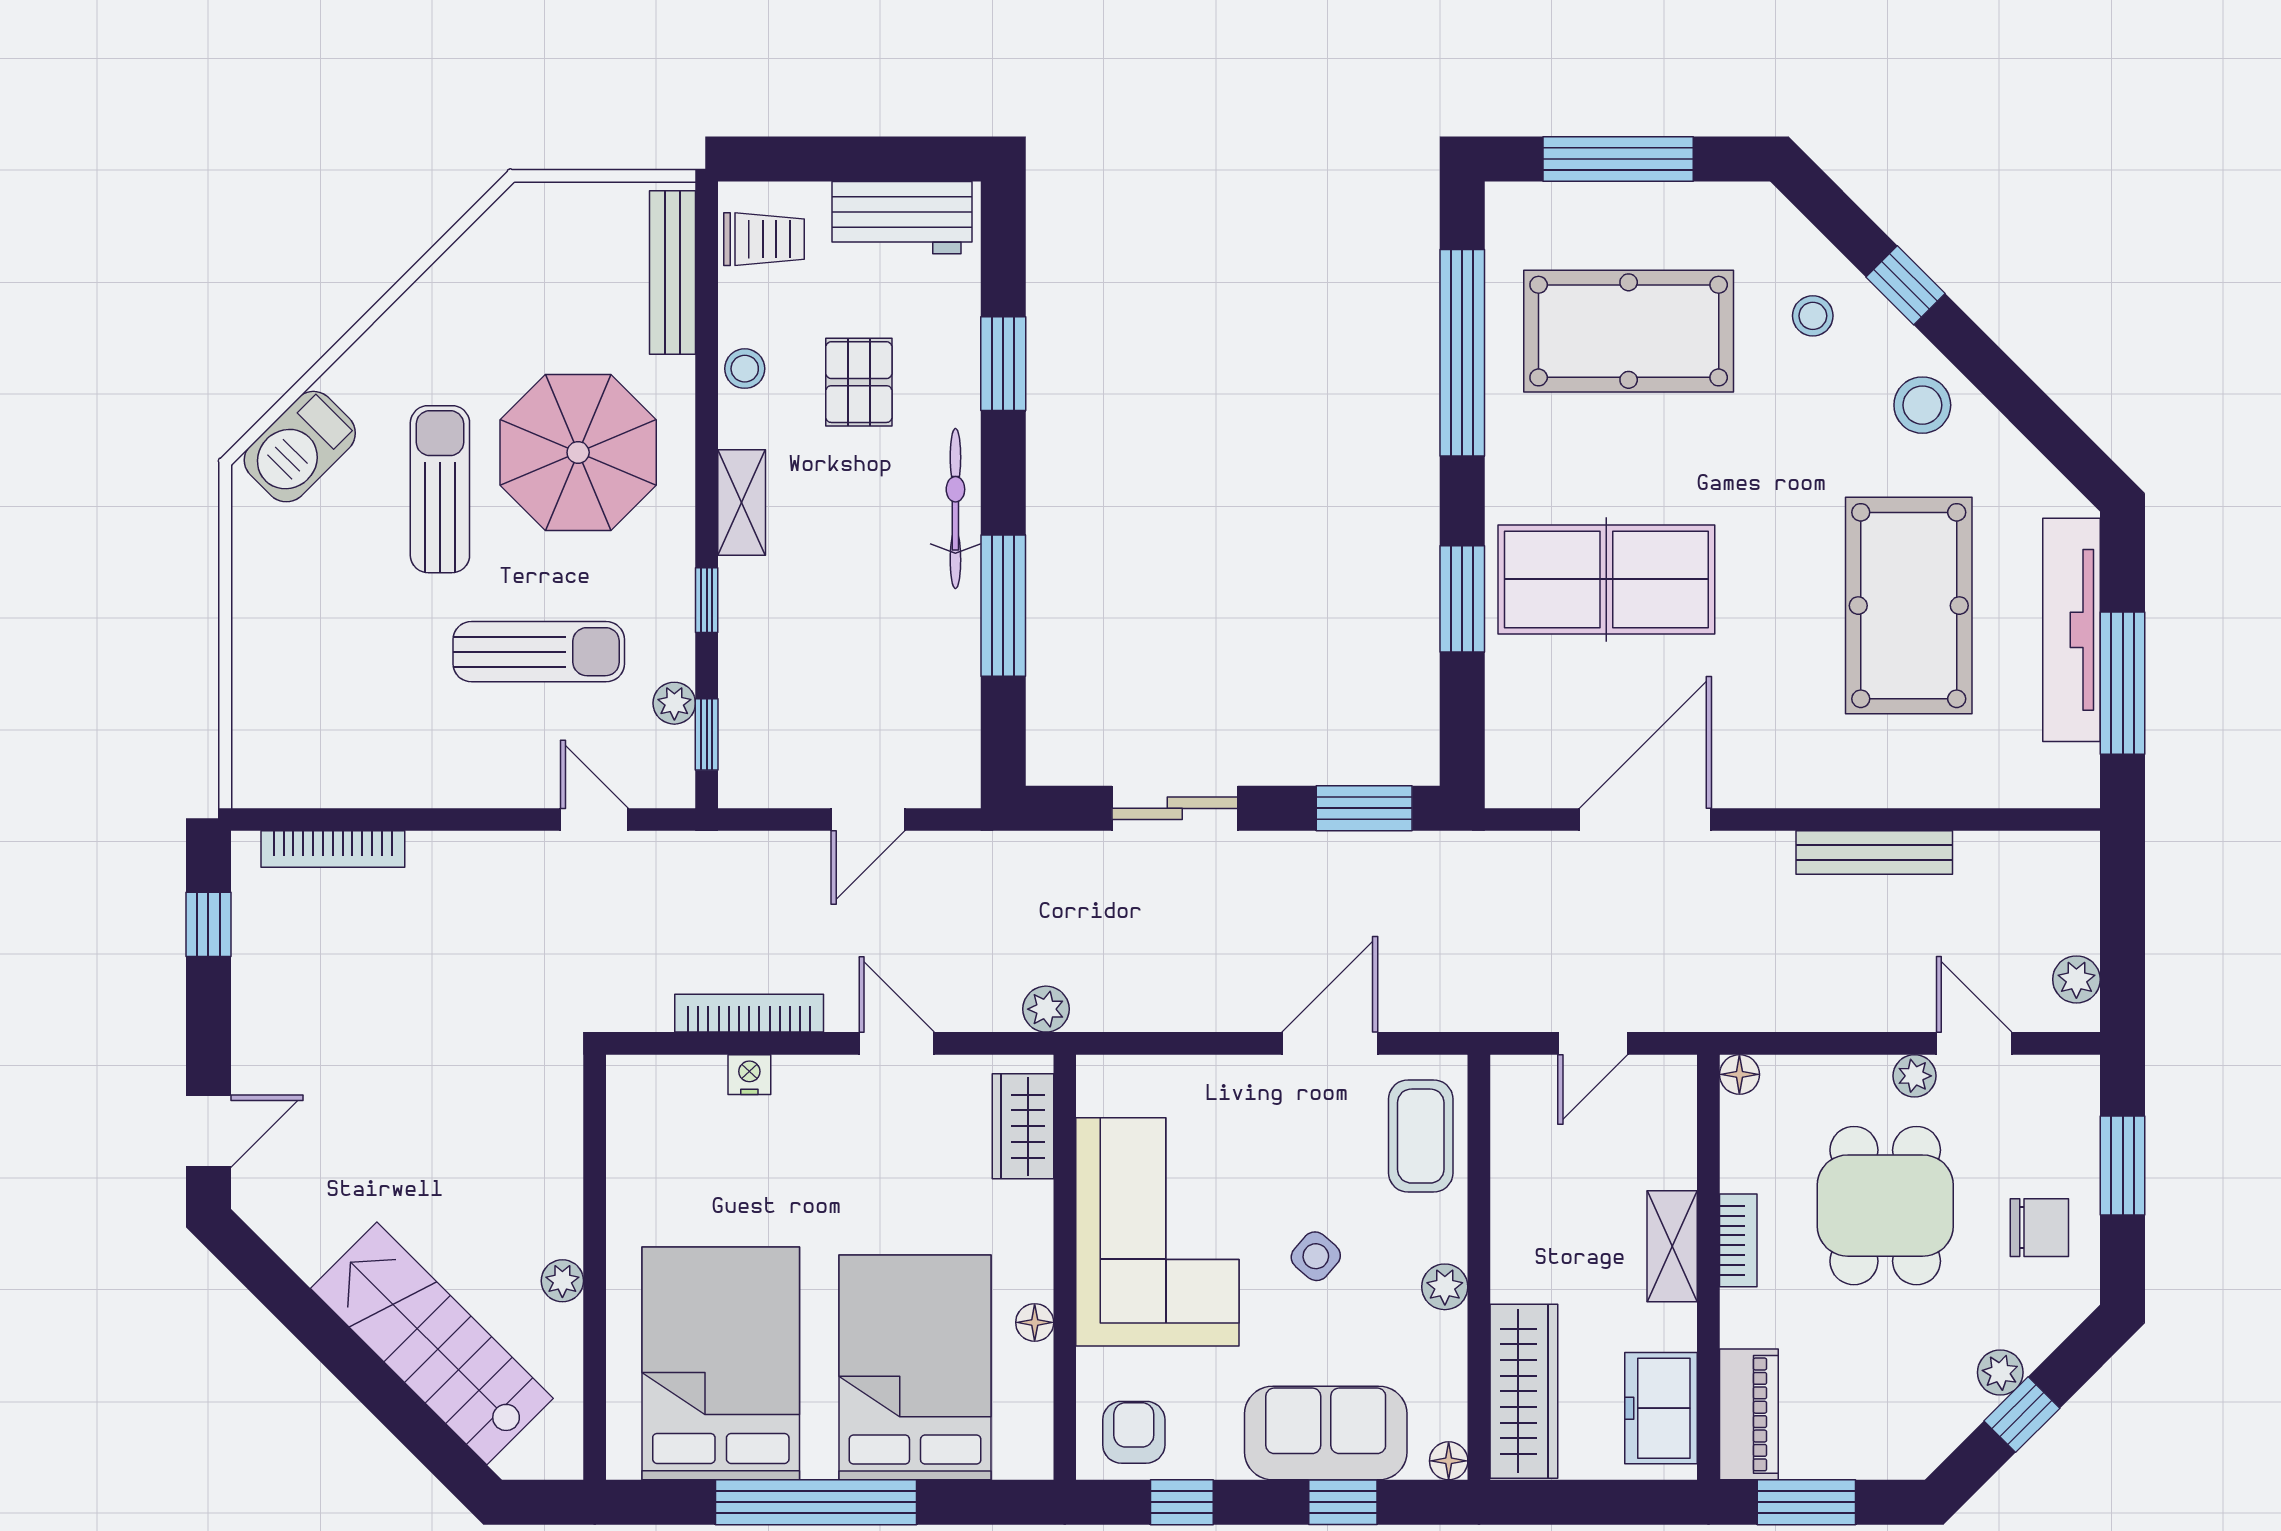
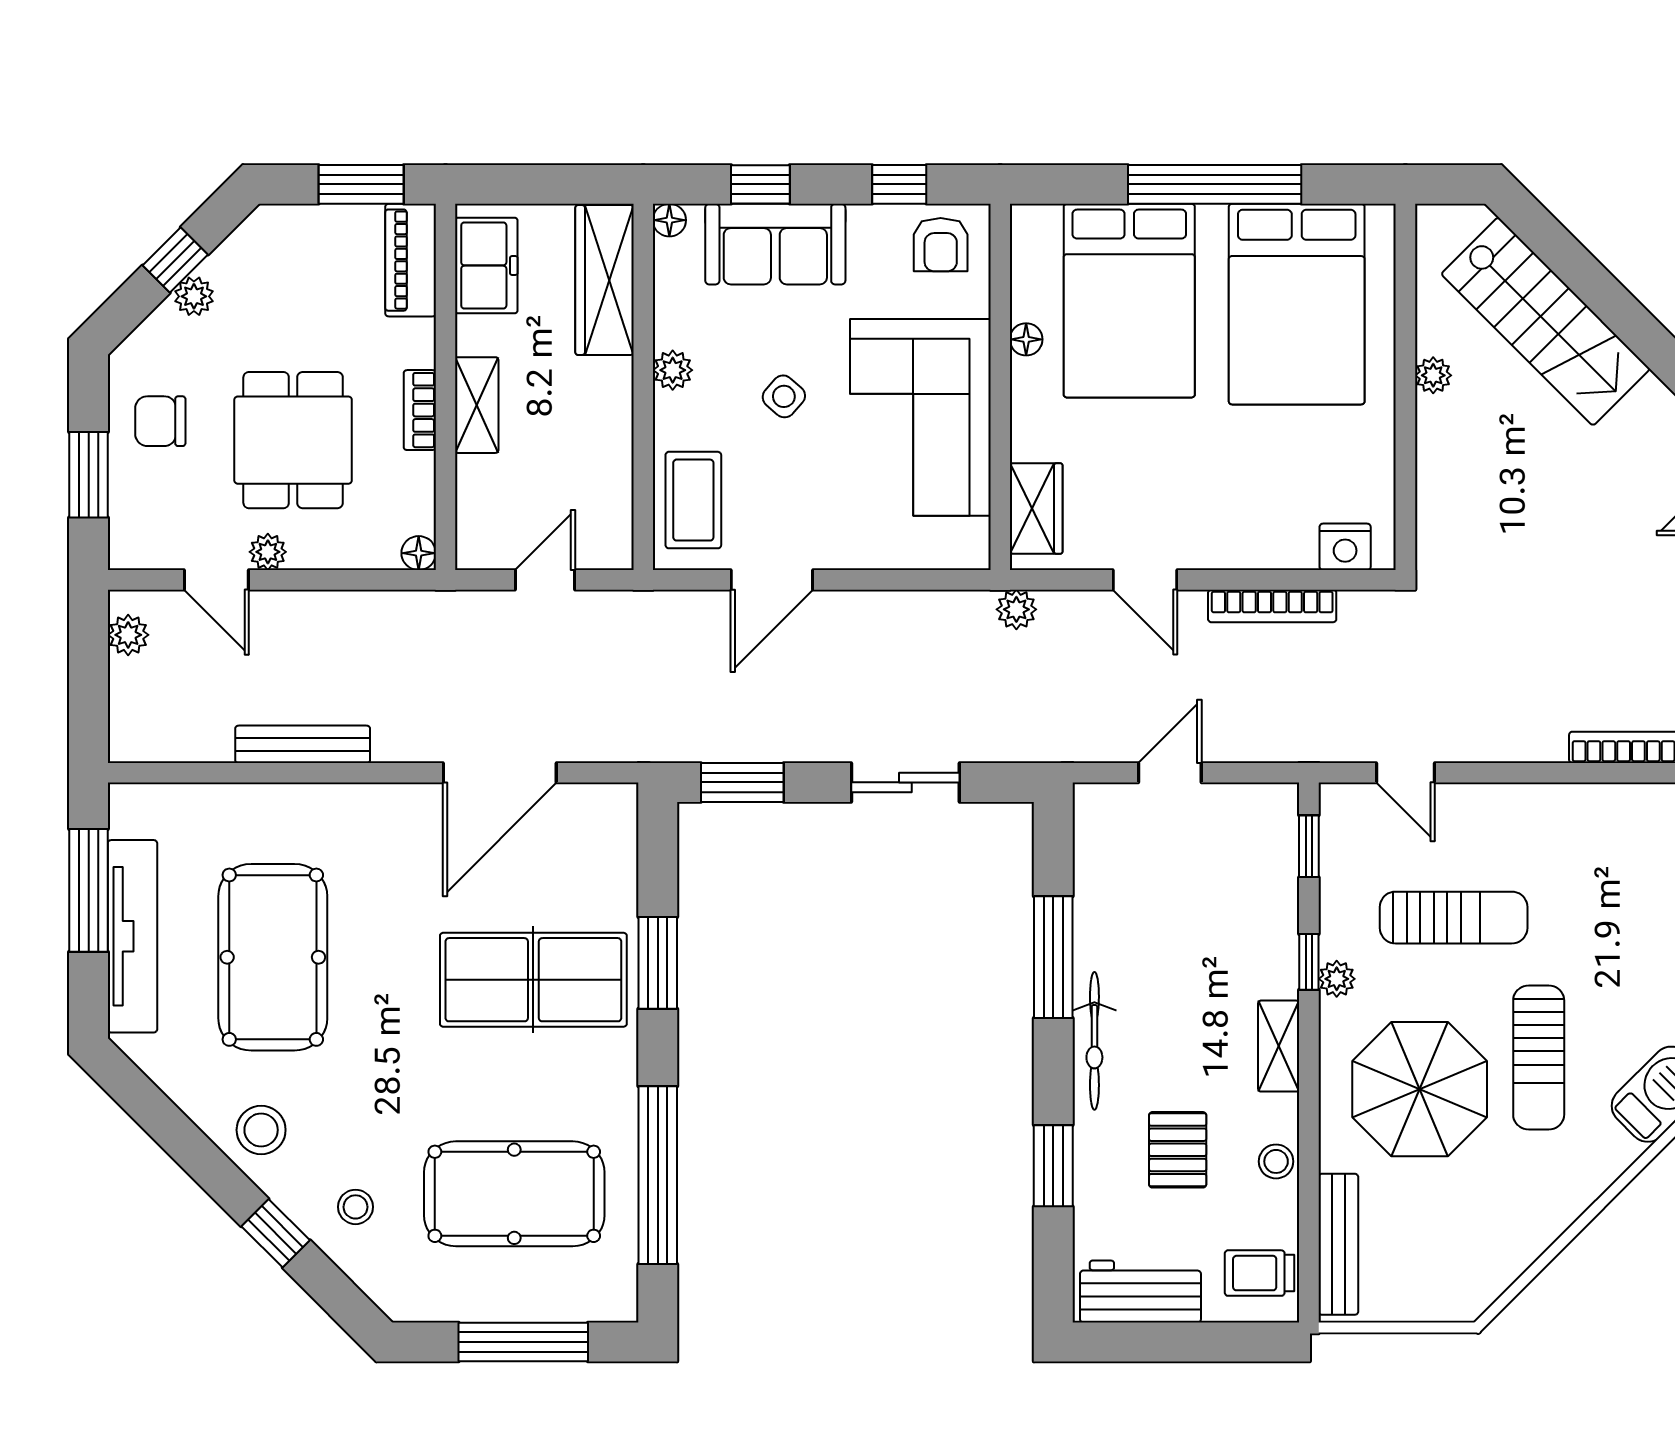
sun lounger: (539, 652) -> (1454, 918), turned 180
plant: (674, 703) -> (1337, 979), moved
nightstand: (749, 1075) -> (1345, 547), moved, width x1.39, depth x1.35

